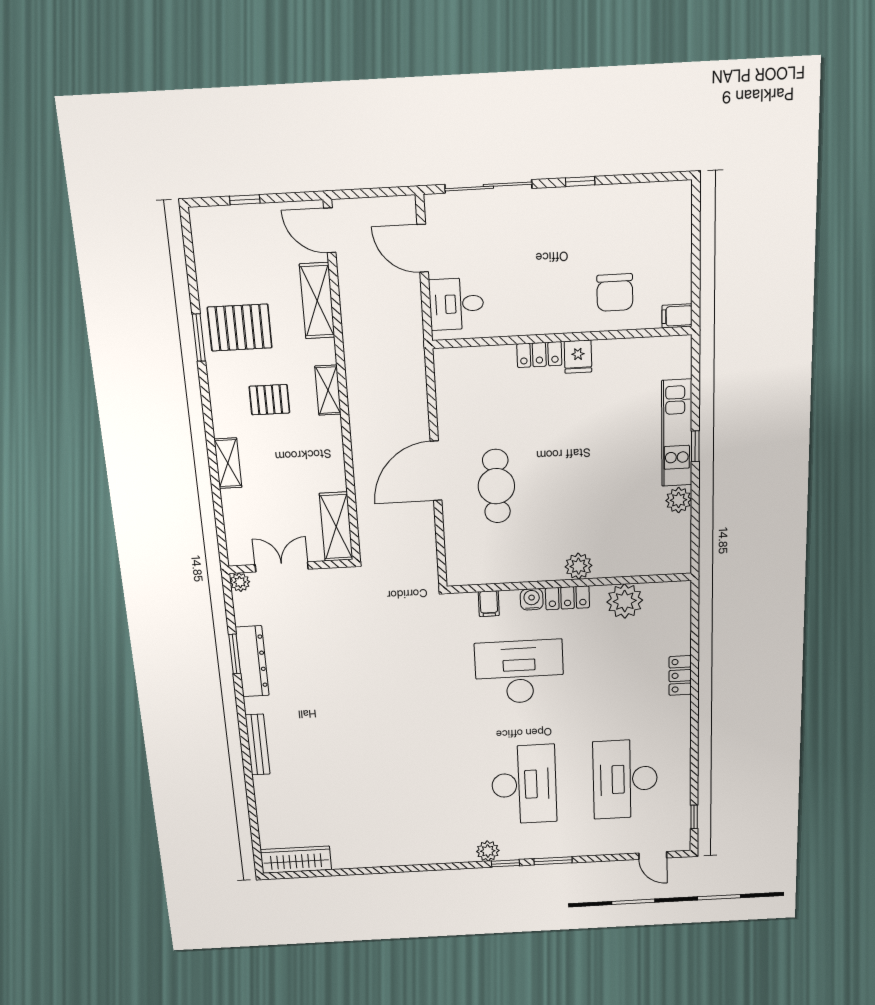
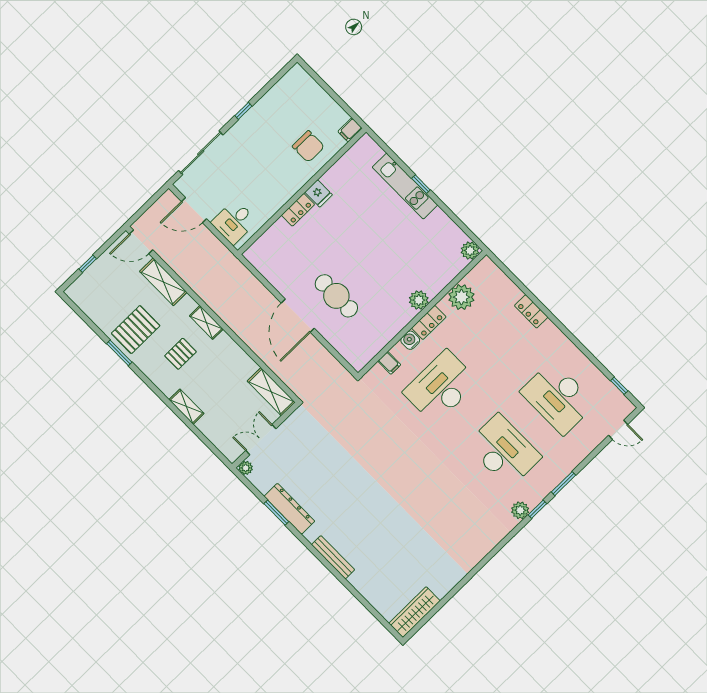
plant: (679, 500) -> (470, 251), moved

